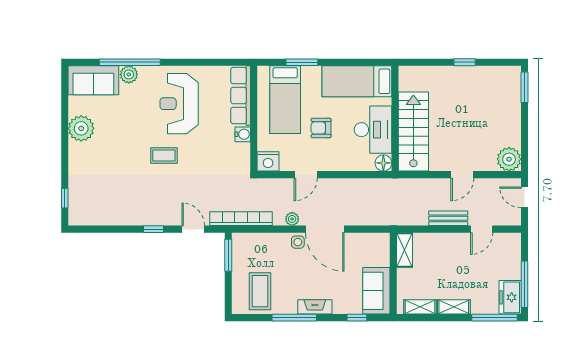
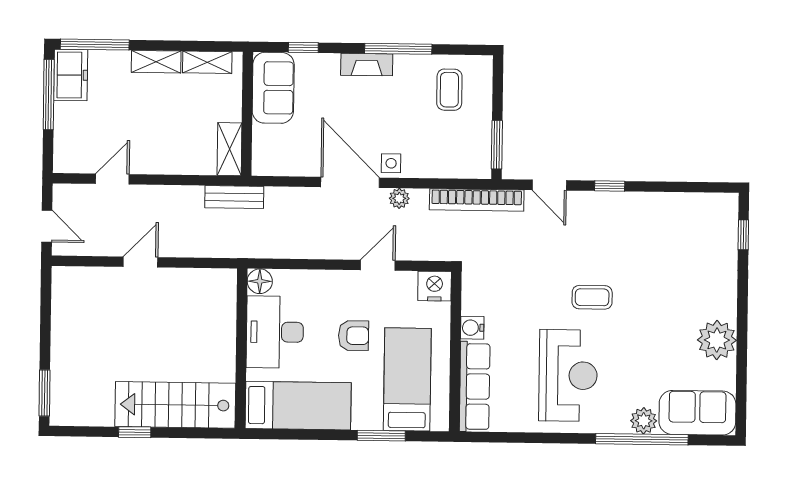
stairs: (413, 132) -> (175, 405), moved, turned 90
plant: (509, 159) -> (69, 284), removed
bench: (448, 218) -> (234, 197), moved
coffee table: (260, 291) -> (449, 90), width x0.73, depth x0.77

